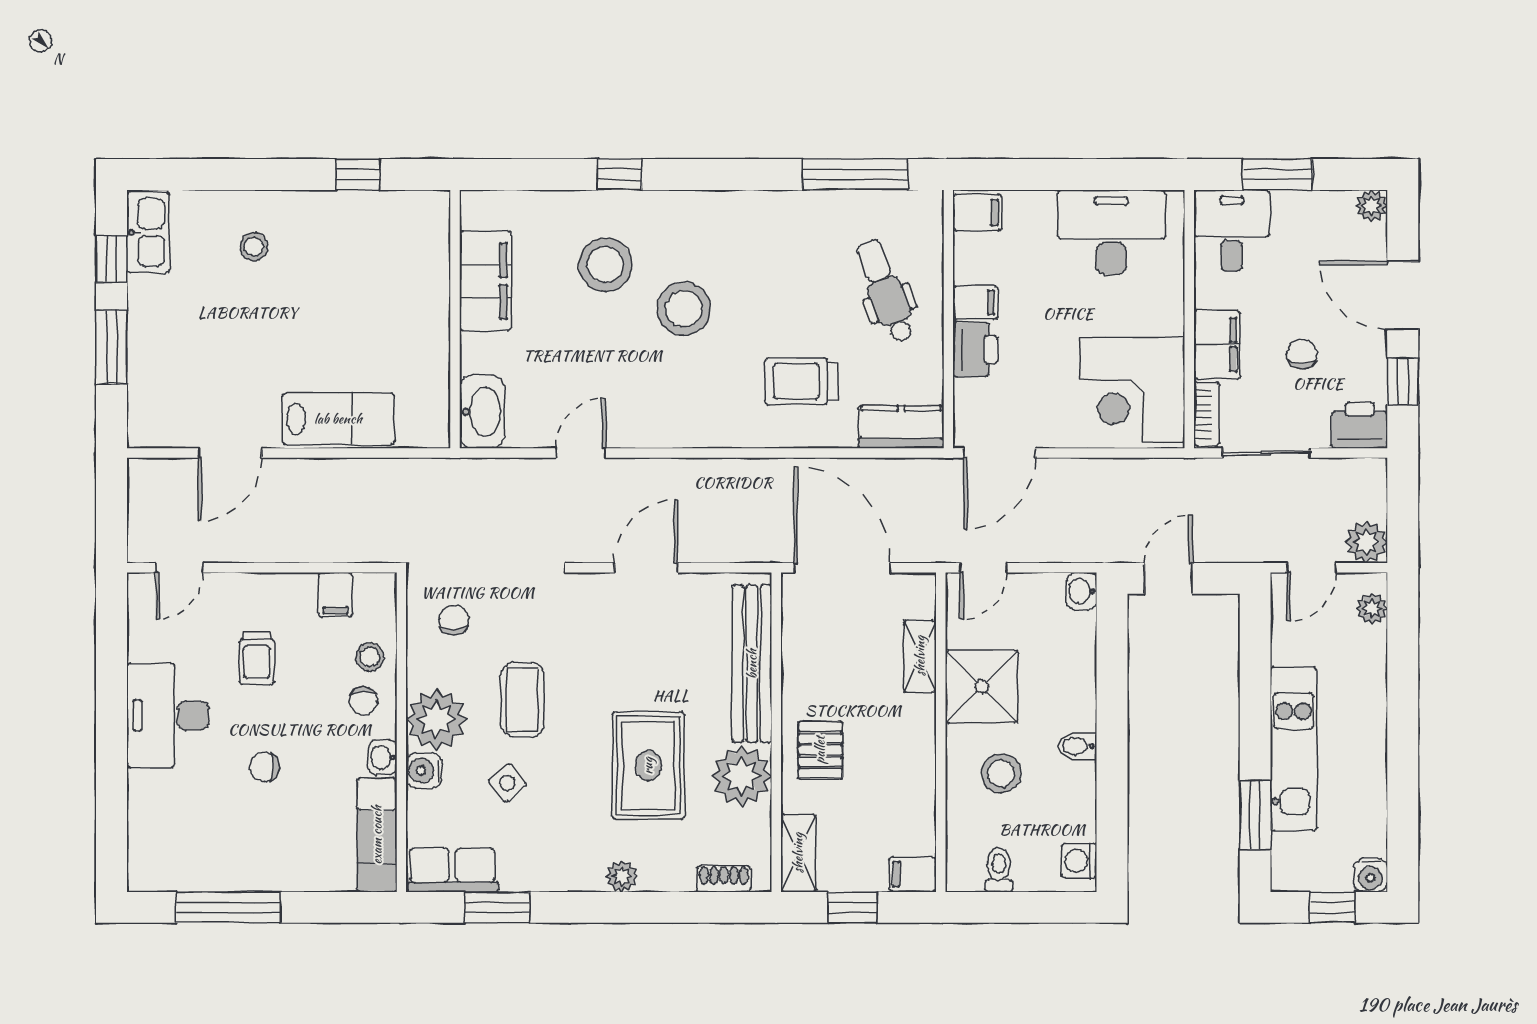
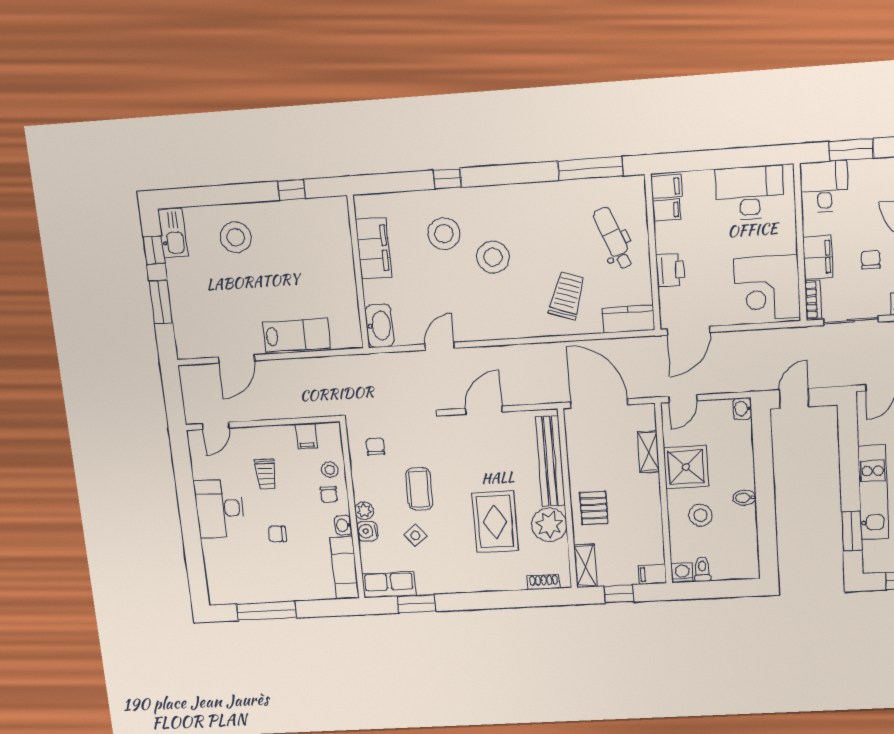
stool: (254, 247) -> (236, 237), width x1.89, depth x1.89
filing cabinet: (975, 303) -> (667, 210), moved
trolley: (801, 381) -> (567, 296), turned 109
plant: (436, 719) -> (364, 511), width x0.53, depth x0.53
washing machine: (1079, 861) -> (682, 573), moved, turned 90
plant: (622, 876) -> (485, 583), removed

